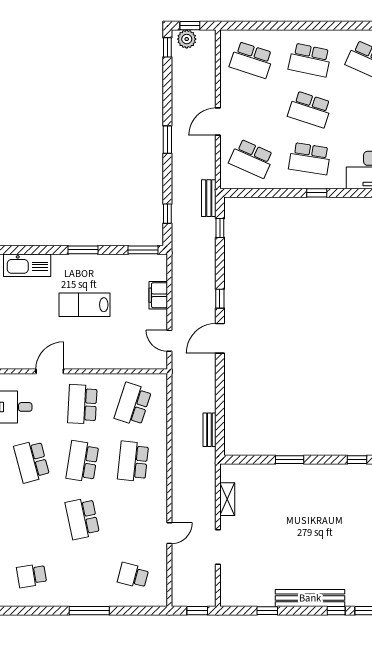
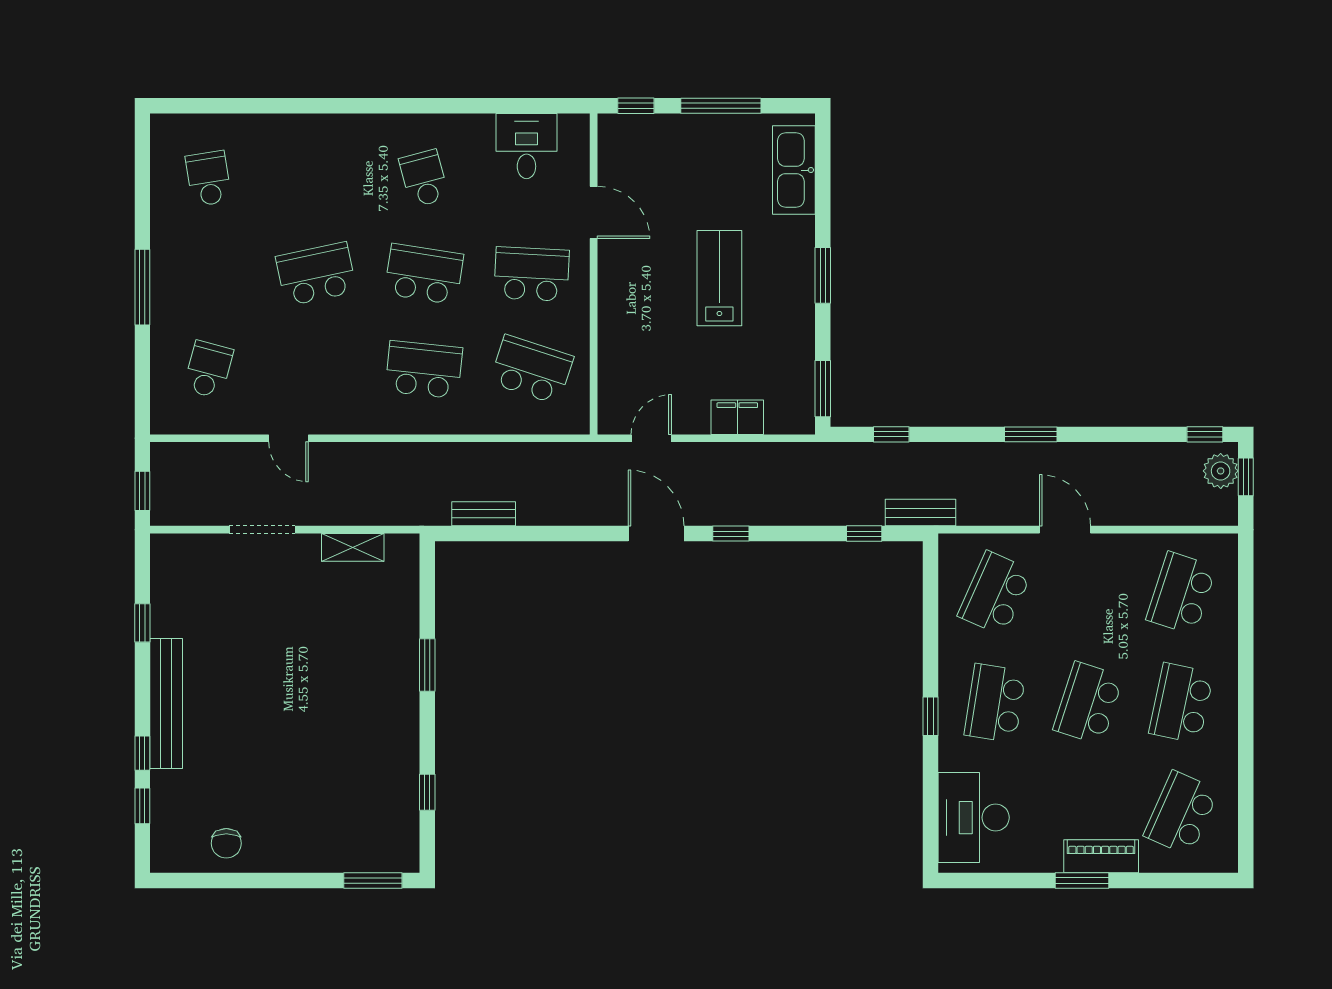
school desk: (32, 461) -> (424, 178), width x0.54

